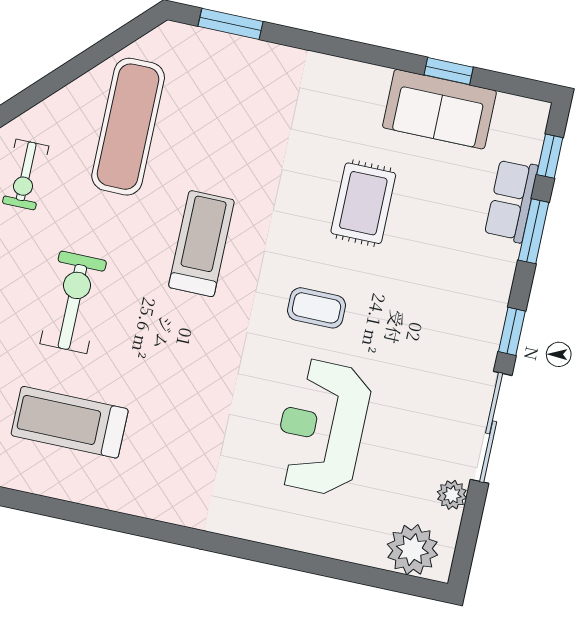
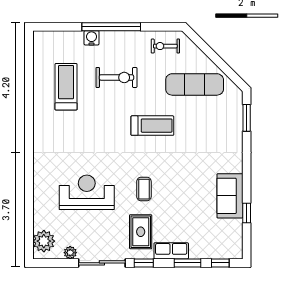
sofa: (439, 109) -> (230, 196), moved
row of seats: (511, 200) -> (171, 251), moved
rug: (363, 203) -> (141, 232), moved, turned 90
coffee table: (317, 308) -> (144, 189), moved

